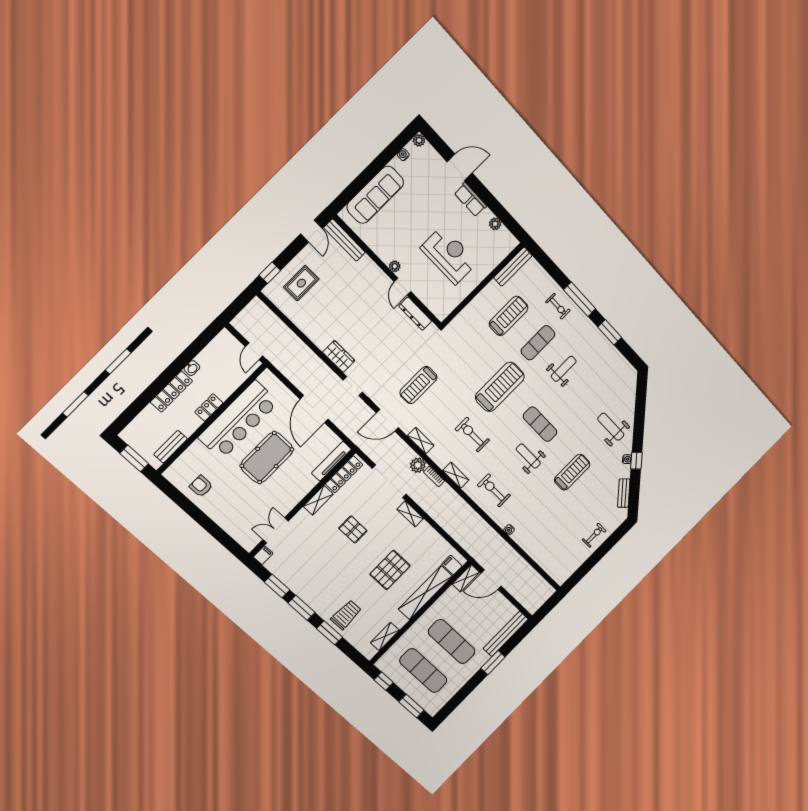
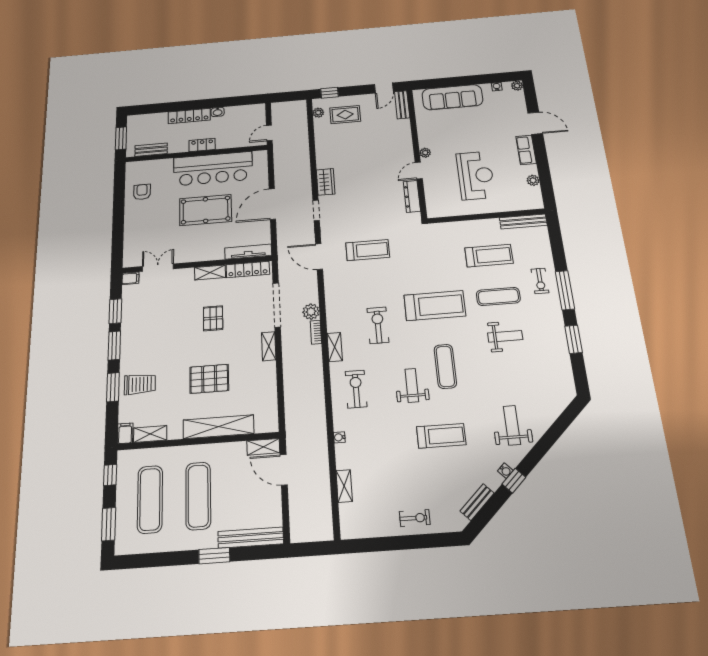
bench: (344, 240) -> (402, 105), width x0.73
plant: (277, 299) -> (318, 113), added
treadmill: (418, 385) -> (368, 250), turned 180
shelving: (421, 441) -> (344, 486), moved
filing cabinet: (452, 565) -> (125, 433), moved

